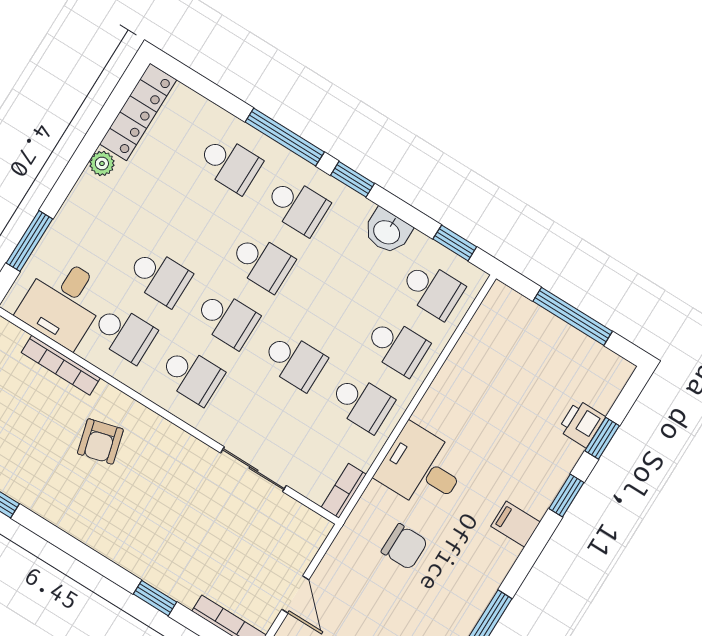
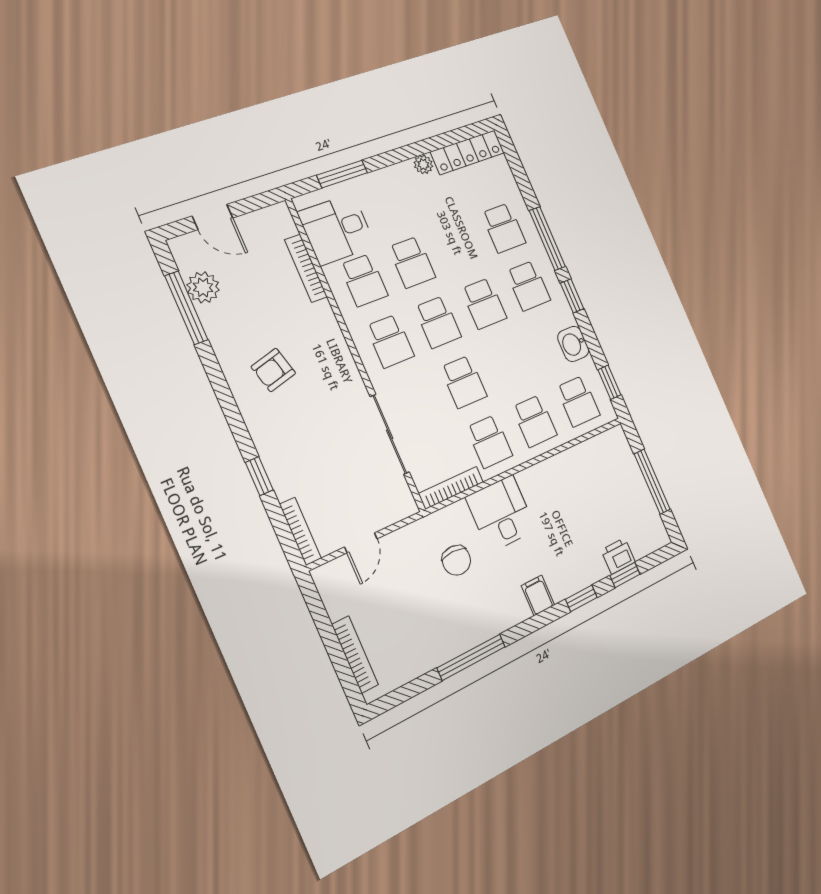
armchair: (100, 441) -> (273, 370), moved
sliding door: (254, 469) -> (390, 434), width x1.37
bookcase: (344, 491) -> (451, 488), width x1.56

